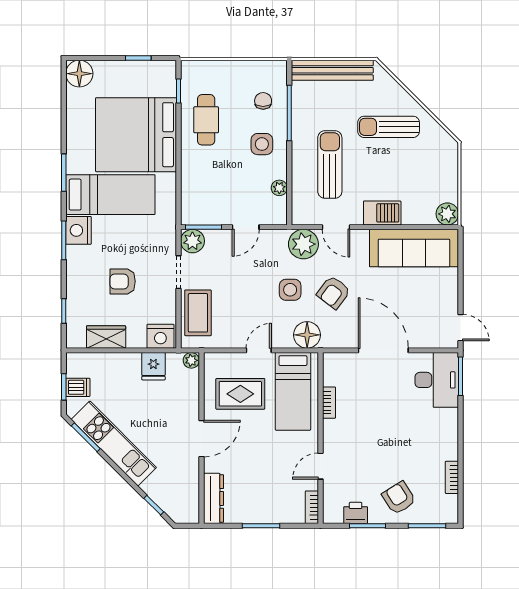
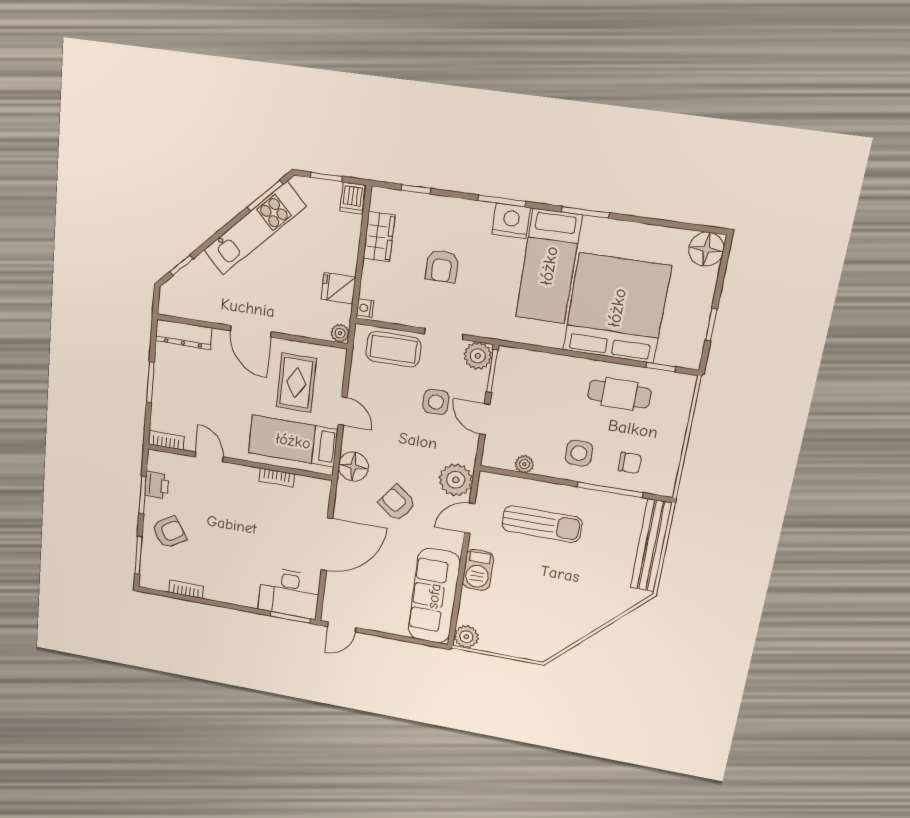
sun lounger: (389, 127) -> (574, 594), removed
armchair: (123, 281) -> (442, 266), turned 180
side table: (290, 290) -> (436, 402), moved
nightstand: (160, 336) -> (365, 308), width x0.53, depth x0.56
dishwasher: (78, 387) -> (353, 198), moved

